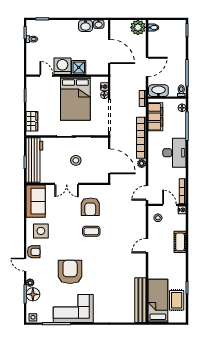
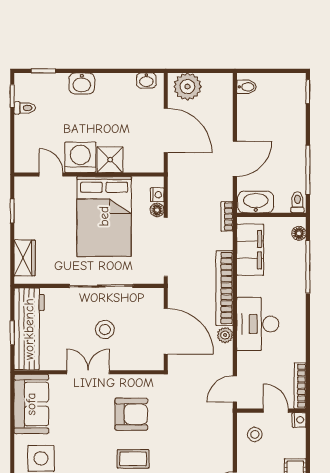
washbasin: (86, 26) -> (82, 83), moved
plant: (138, 27) -> (187, 87), moved
desk: (174, 153) -> (258, 324), moved, turned 180
double door: (67, 184) -> (88, 372), swing flipped
armchair: (90, 207) -> (131, 414), turned -90

